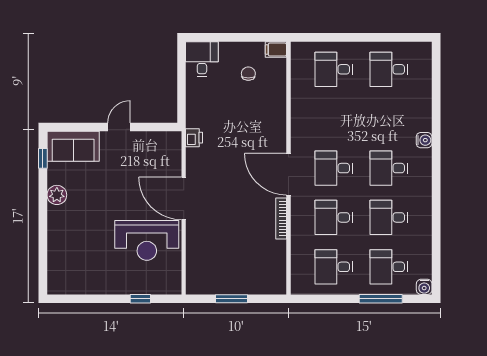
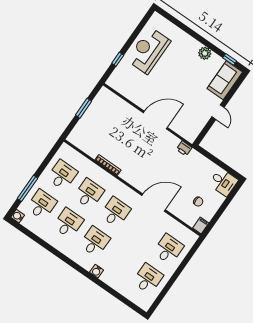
door: (288, 174) -> (154, 203), moved
reception desk: (147, 240) -> (149, 50), moved

